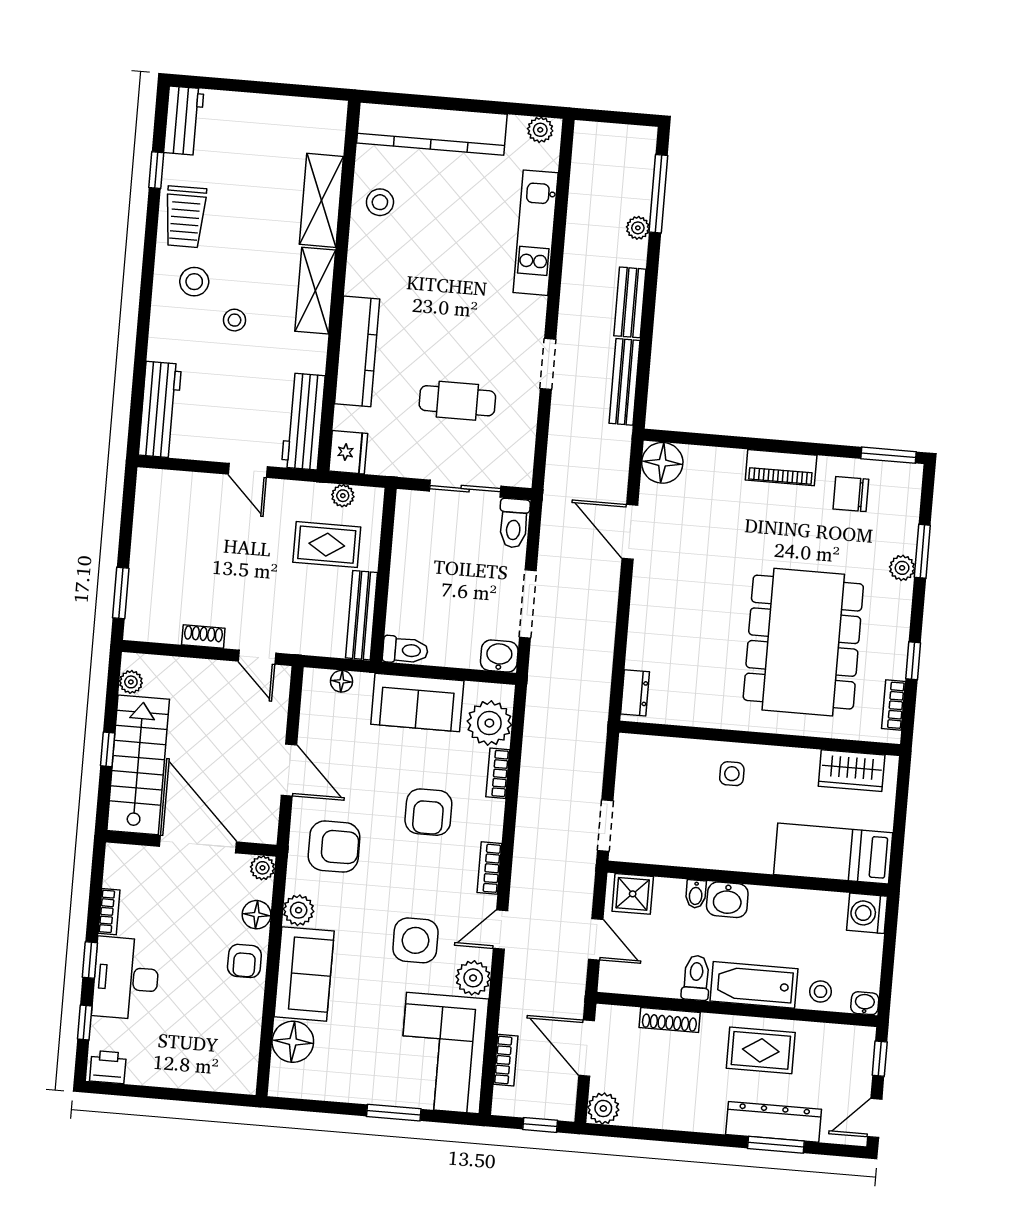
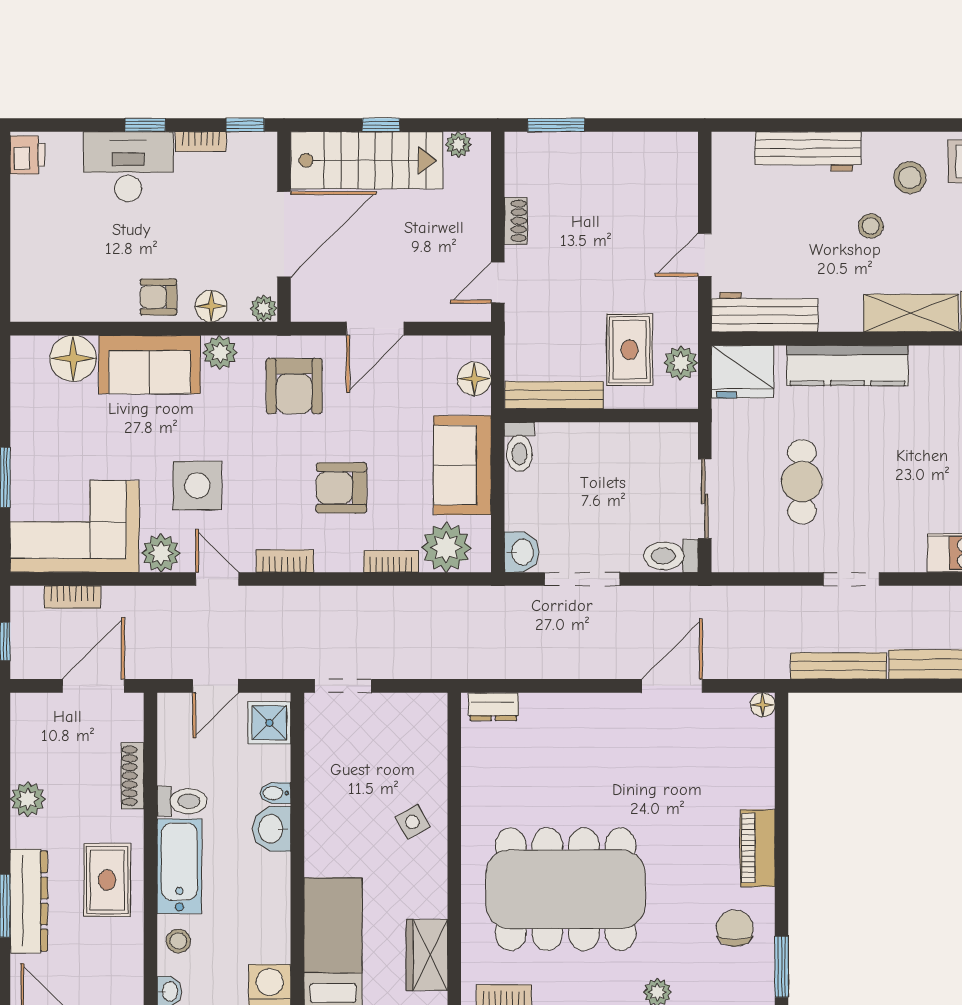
workbench: (160, 410) -> (808, 151), moved
fridge: (348, 452) -> (743, 372), width x1.36, depth x1.34
floor lamp: (662, 463) -> (763, 705), width x0.53, depth x0.53
plant: (343, 496) -> (681, 363), width x1.38, depth x1.38
floor lamp: (342, 681) -> (474, 379), width x1.37, depth x1.37
side table: (732, 774) -> (412, 822), turned -30
window: (85, 1023) -> (245, 125), moved
plant: (603, 1108) -> (28, 799), moved

